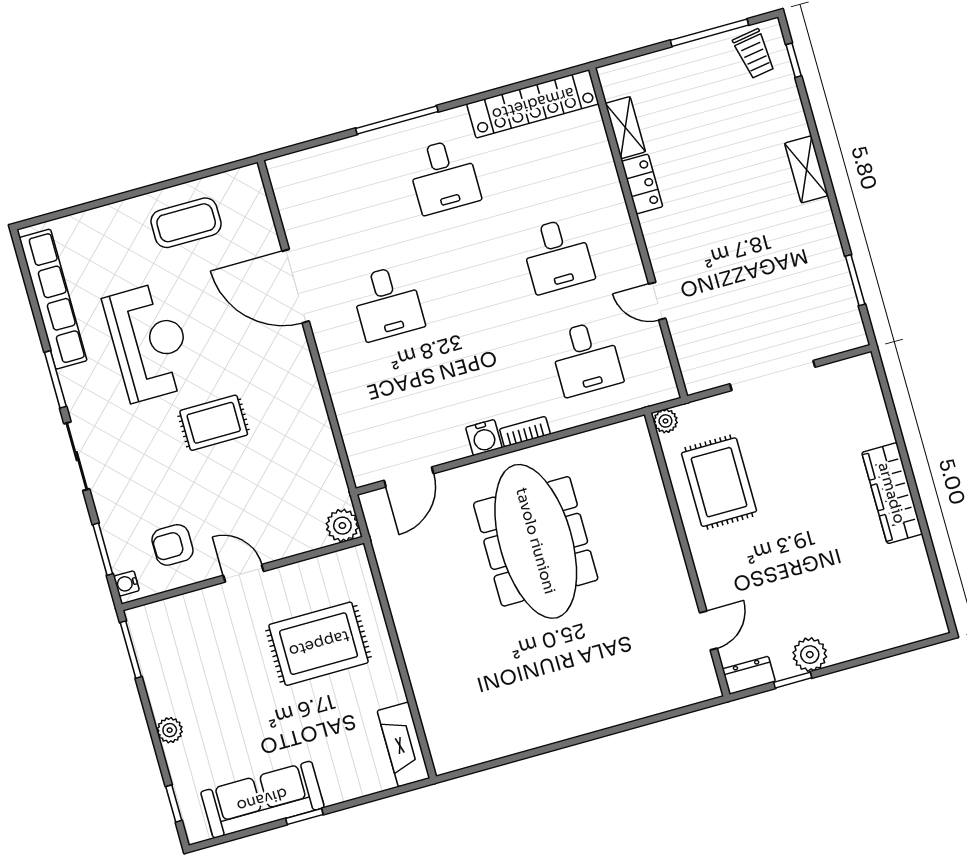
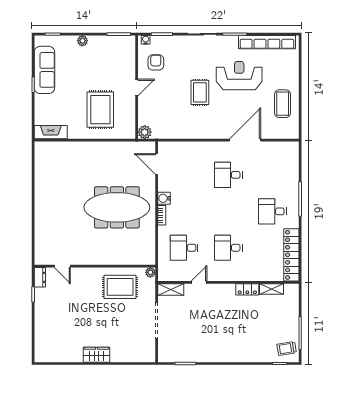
shelving: (806, 169) -> (171, 289), moved
reception desk: (149, 342) -> (239, 76), turned 180
wardrobe: (892, 493) -> (96, 355), width x0.67
plant: (810, 655) -> (41, 304), removed

